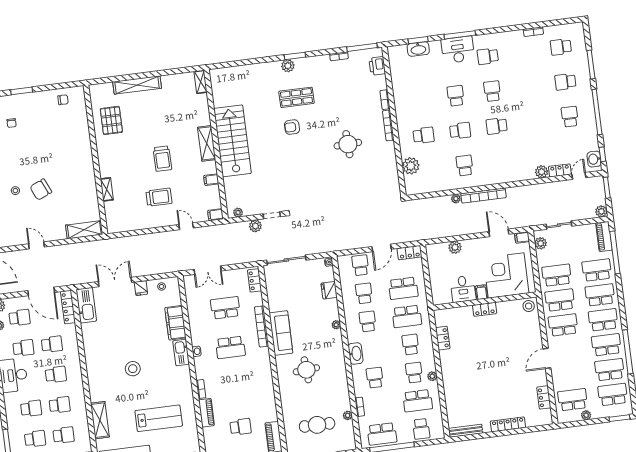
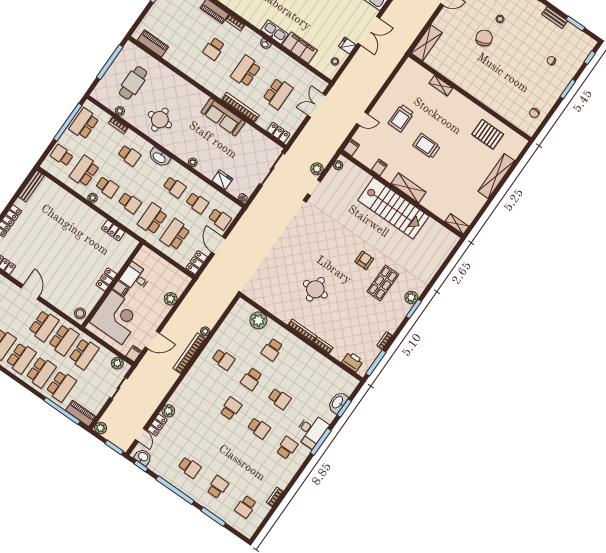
school desk: (561, 47) -> (246, 507), turned 180
round table: (306, 370) -> (160, 120), moved
school desk: (241, 427) -> (214, 49), moved

